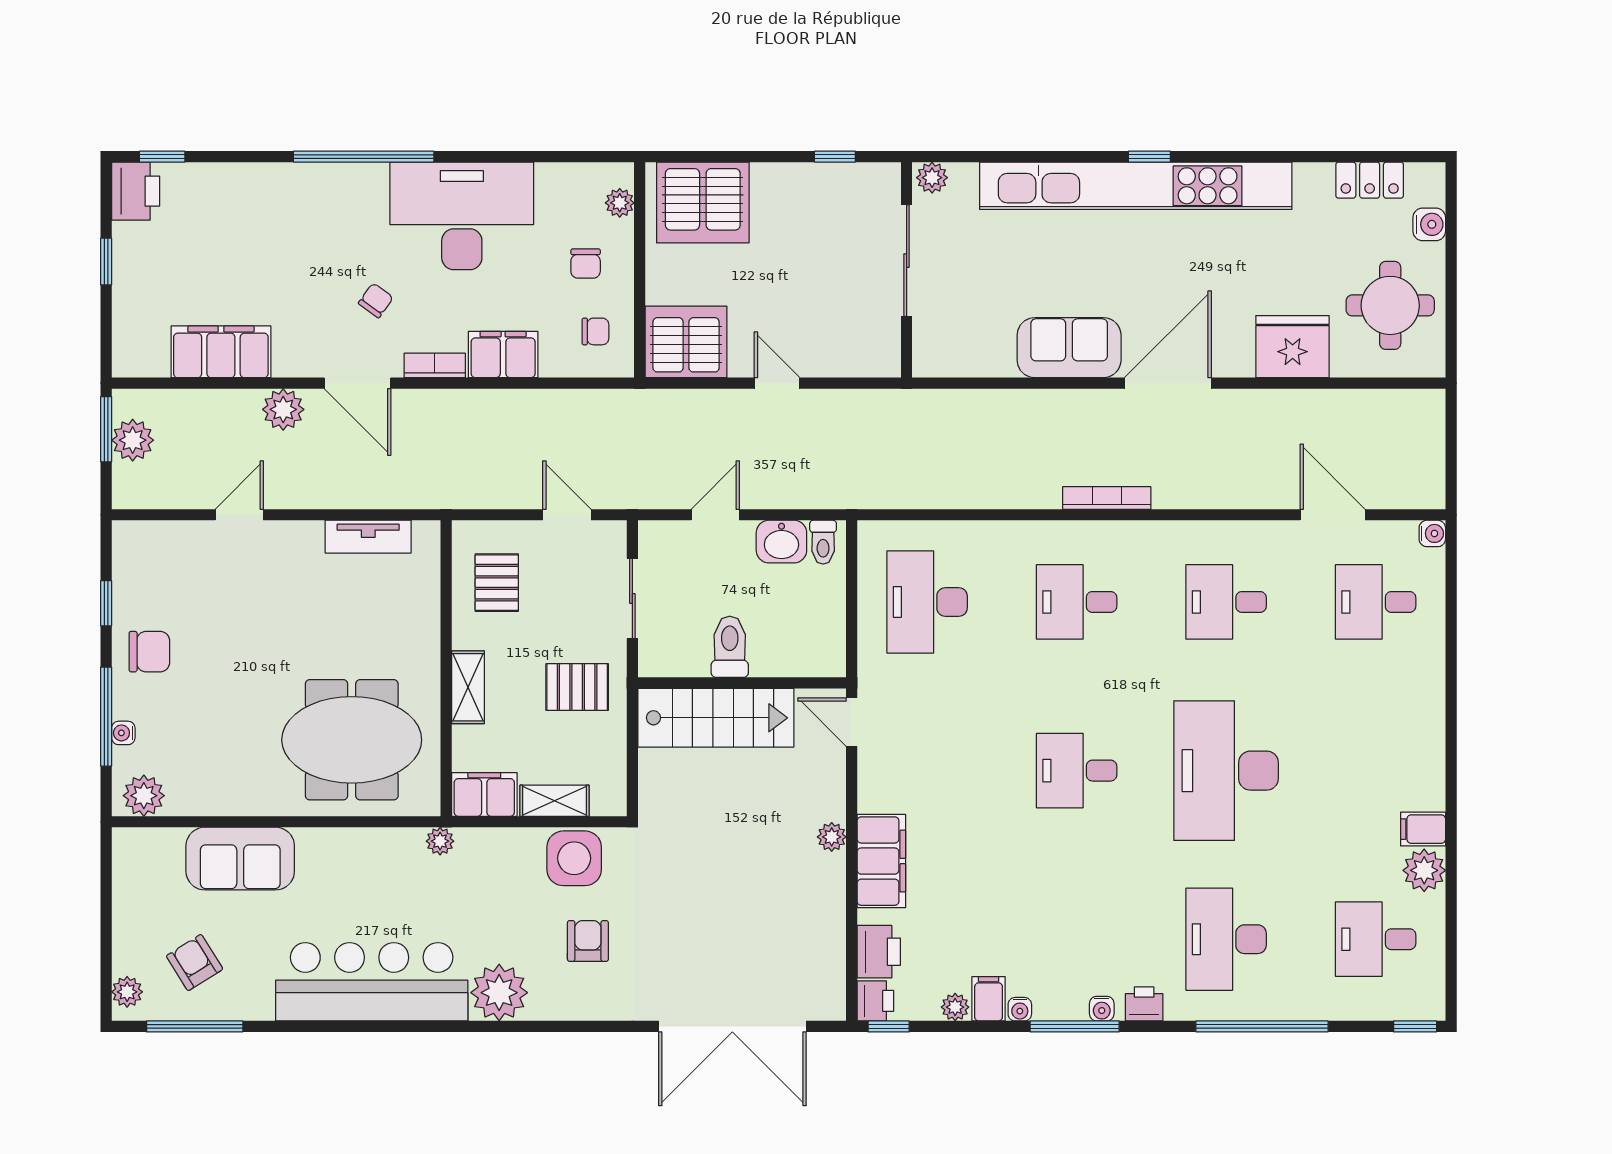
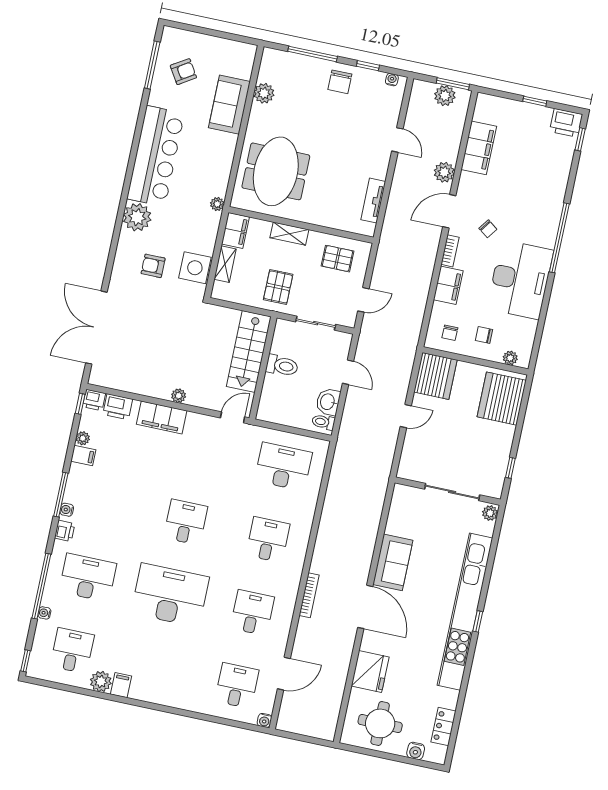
bookcase: (1107, 498) -> (309, 595), moved
water cooler: (123, 733) -> (392, 80), moved
plant: (144, 796) -> (264, 93), moved
armchair: (588, 941) -> (153, 266), turned 180
plant: (127, 992) -> (176, 36), removed
water cooler: (1020, 1009) -> (44, 613), moved

